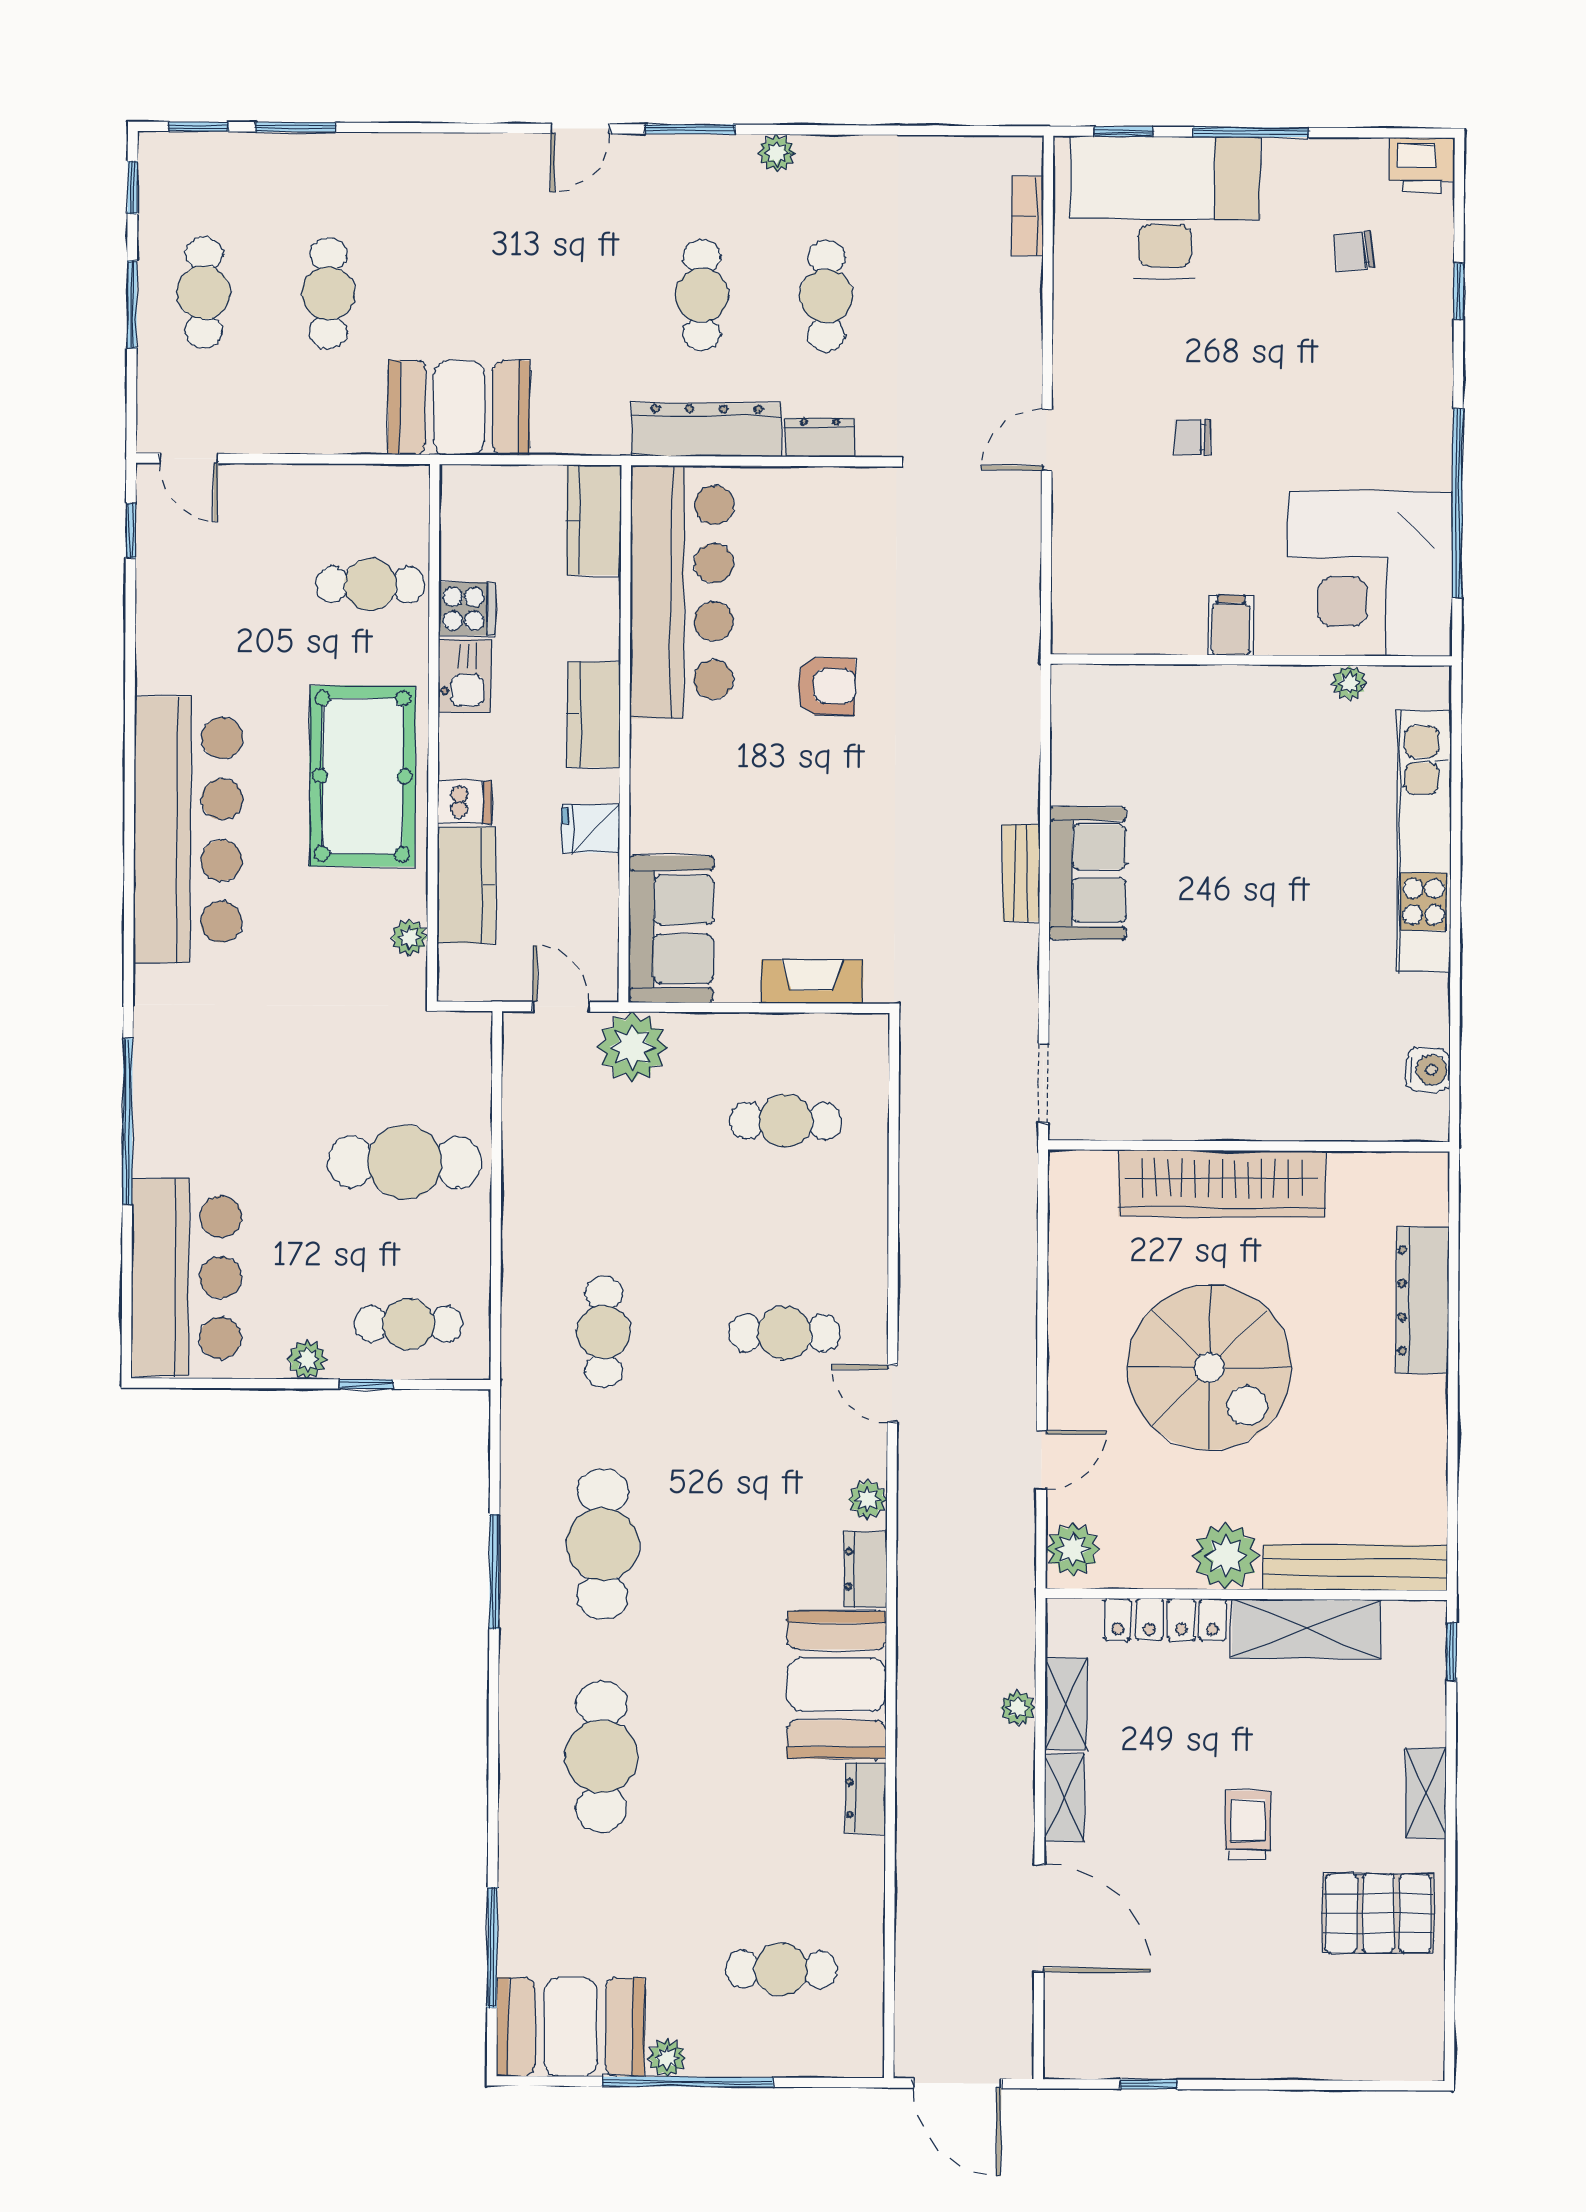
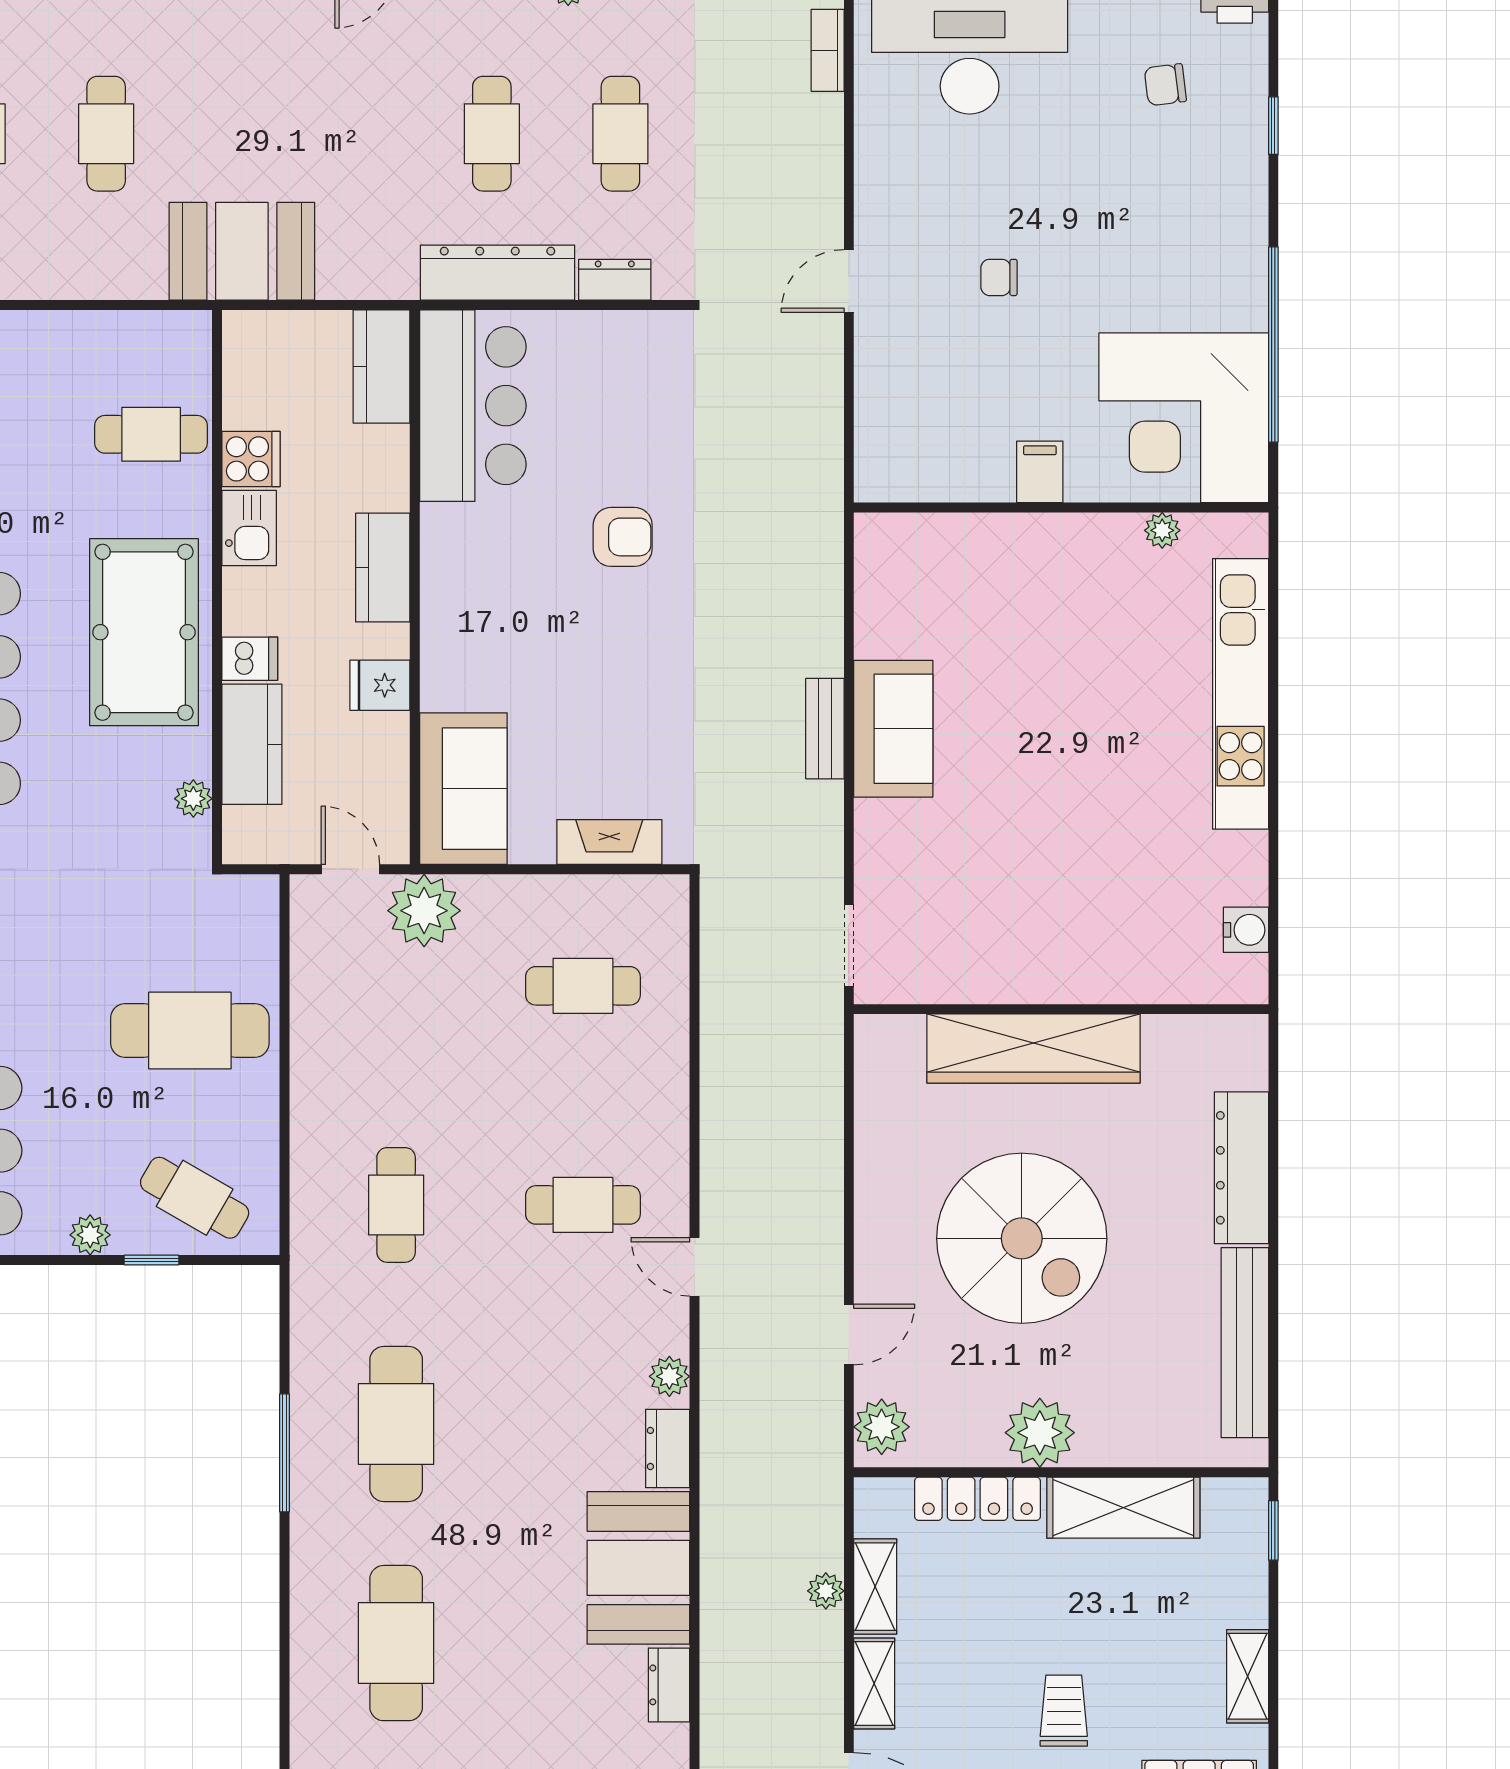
bar counter: (682, 592) -> (473, 406), width x0.73
cafe table: (409, 1324) -> (195, 1198), turned 30
bench: (1355, 1567) -> (1245, 1343), moved, turned 90

